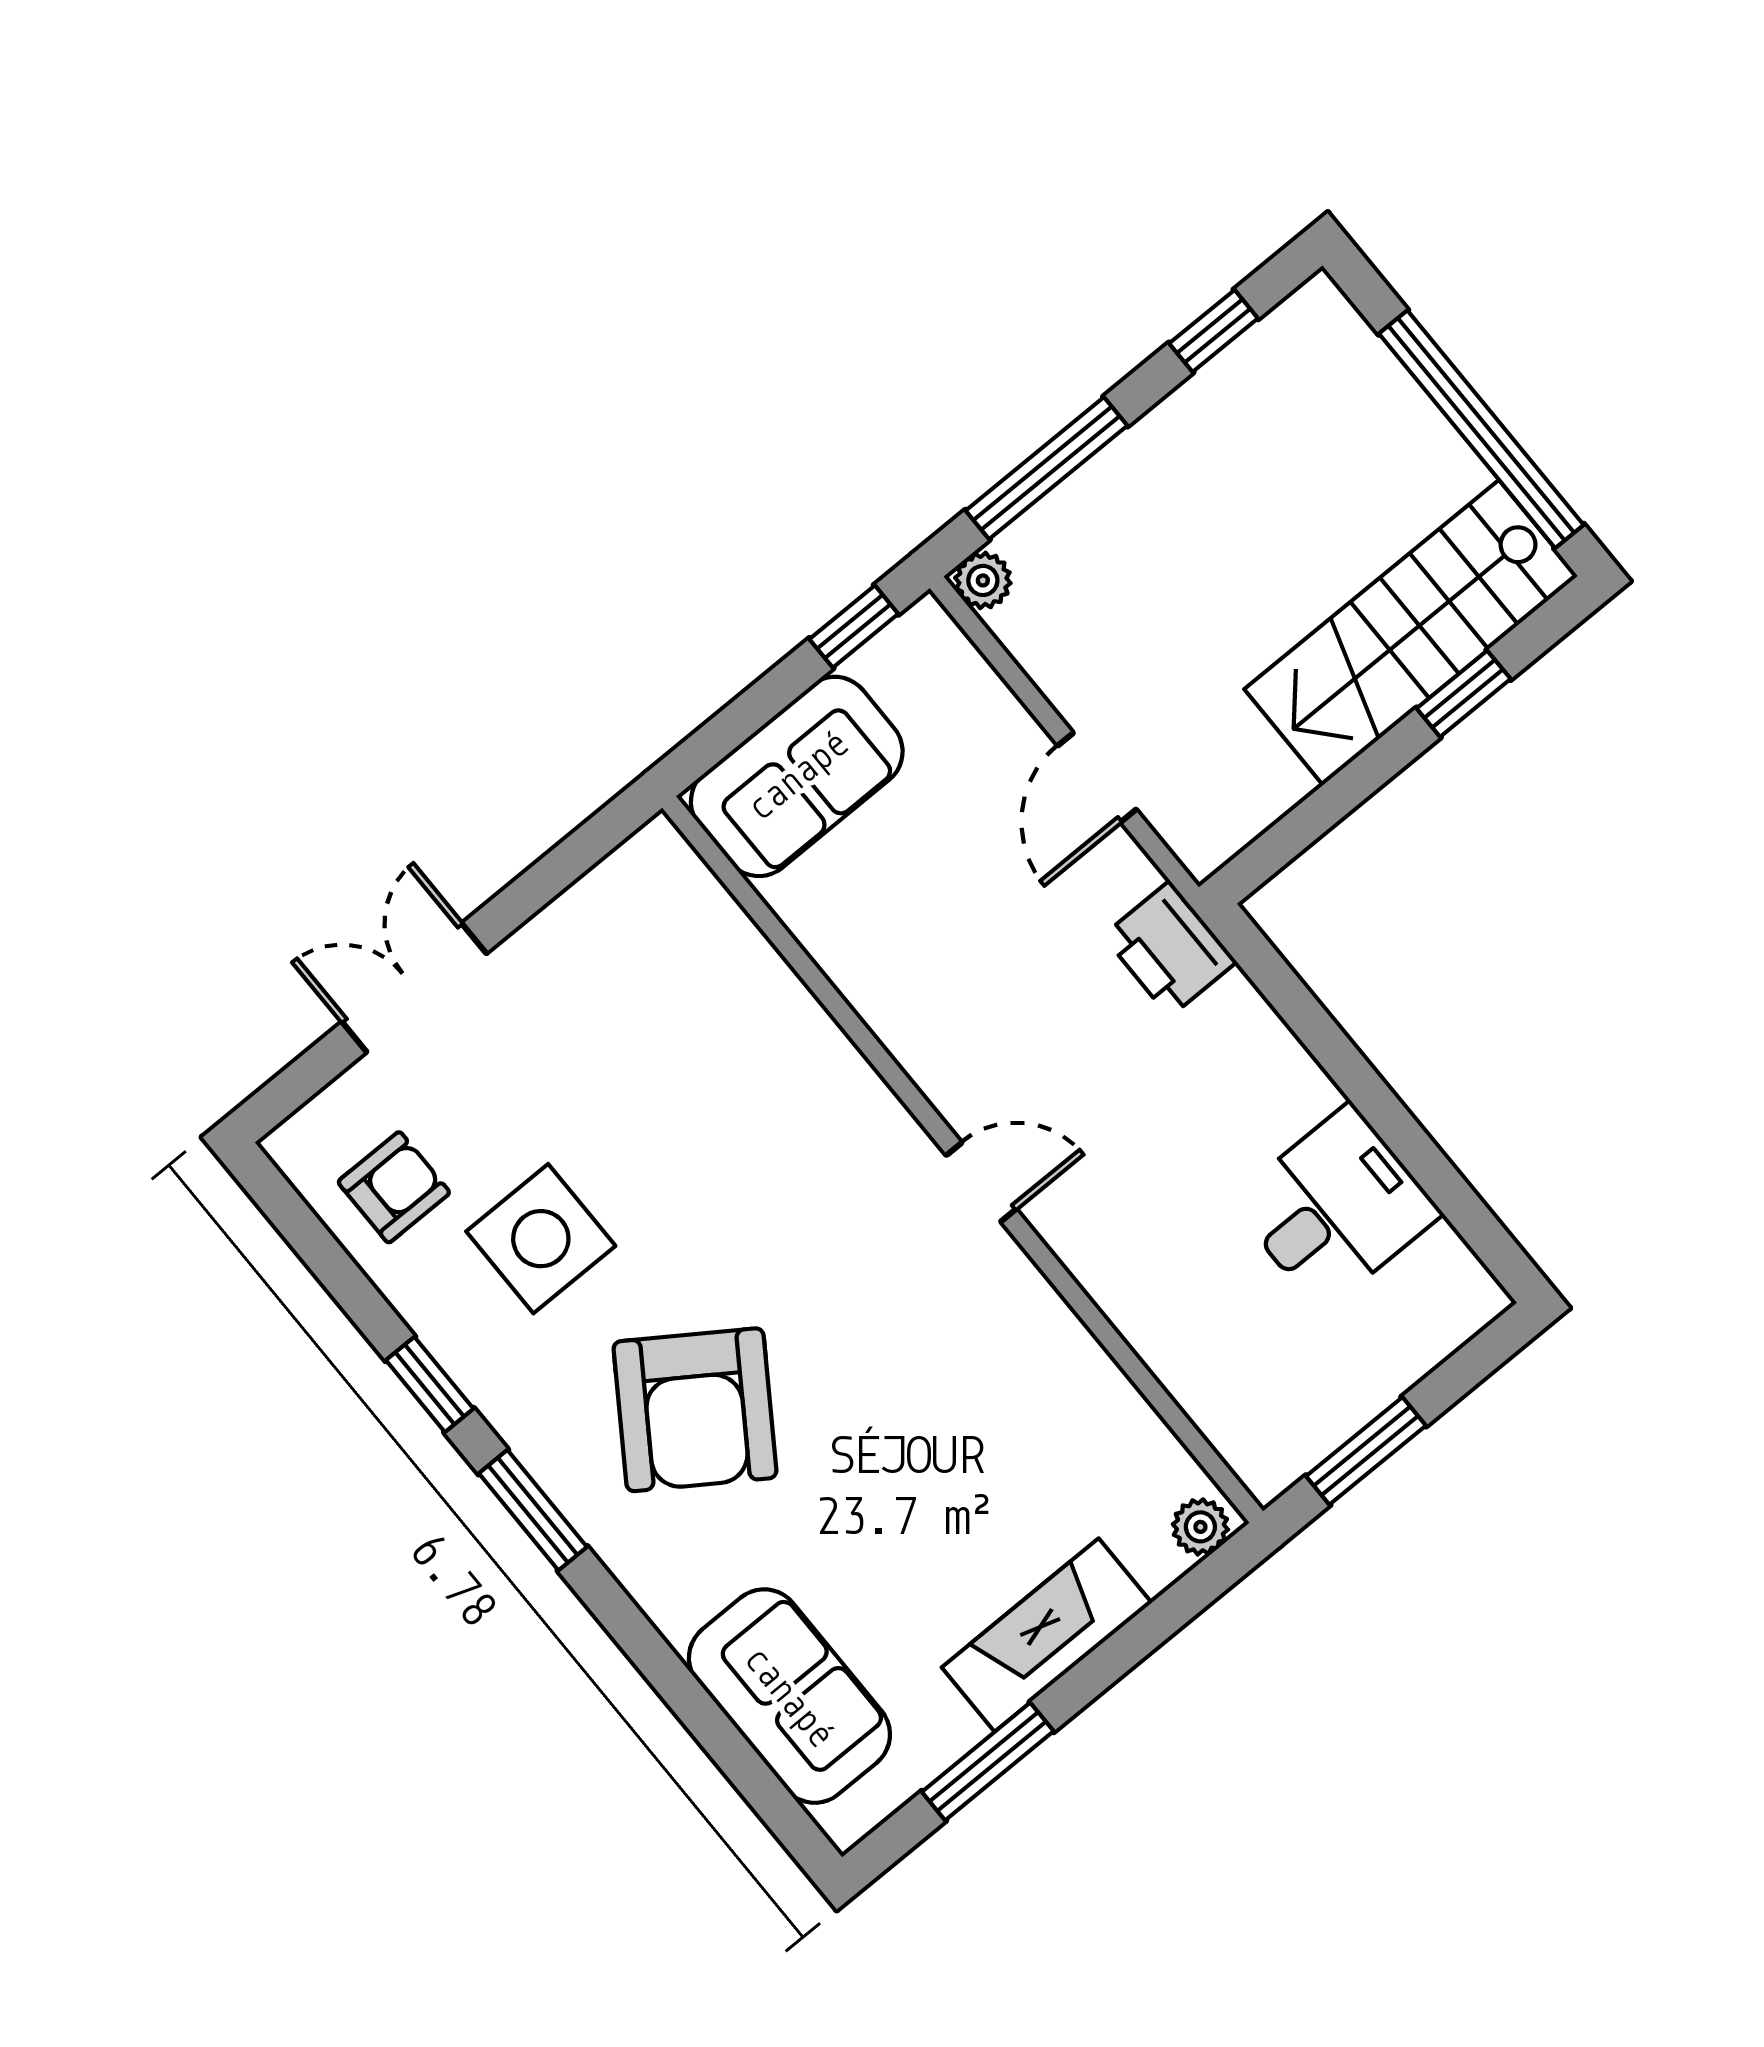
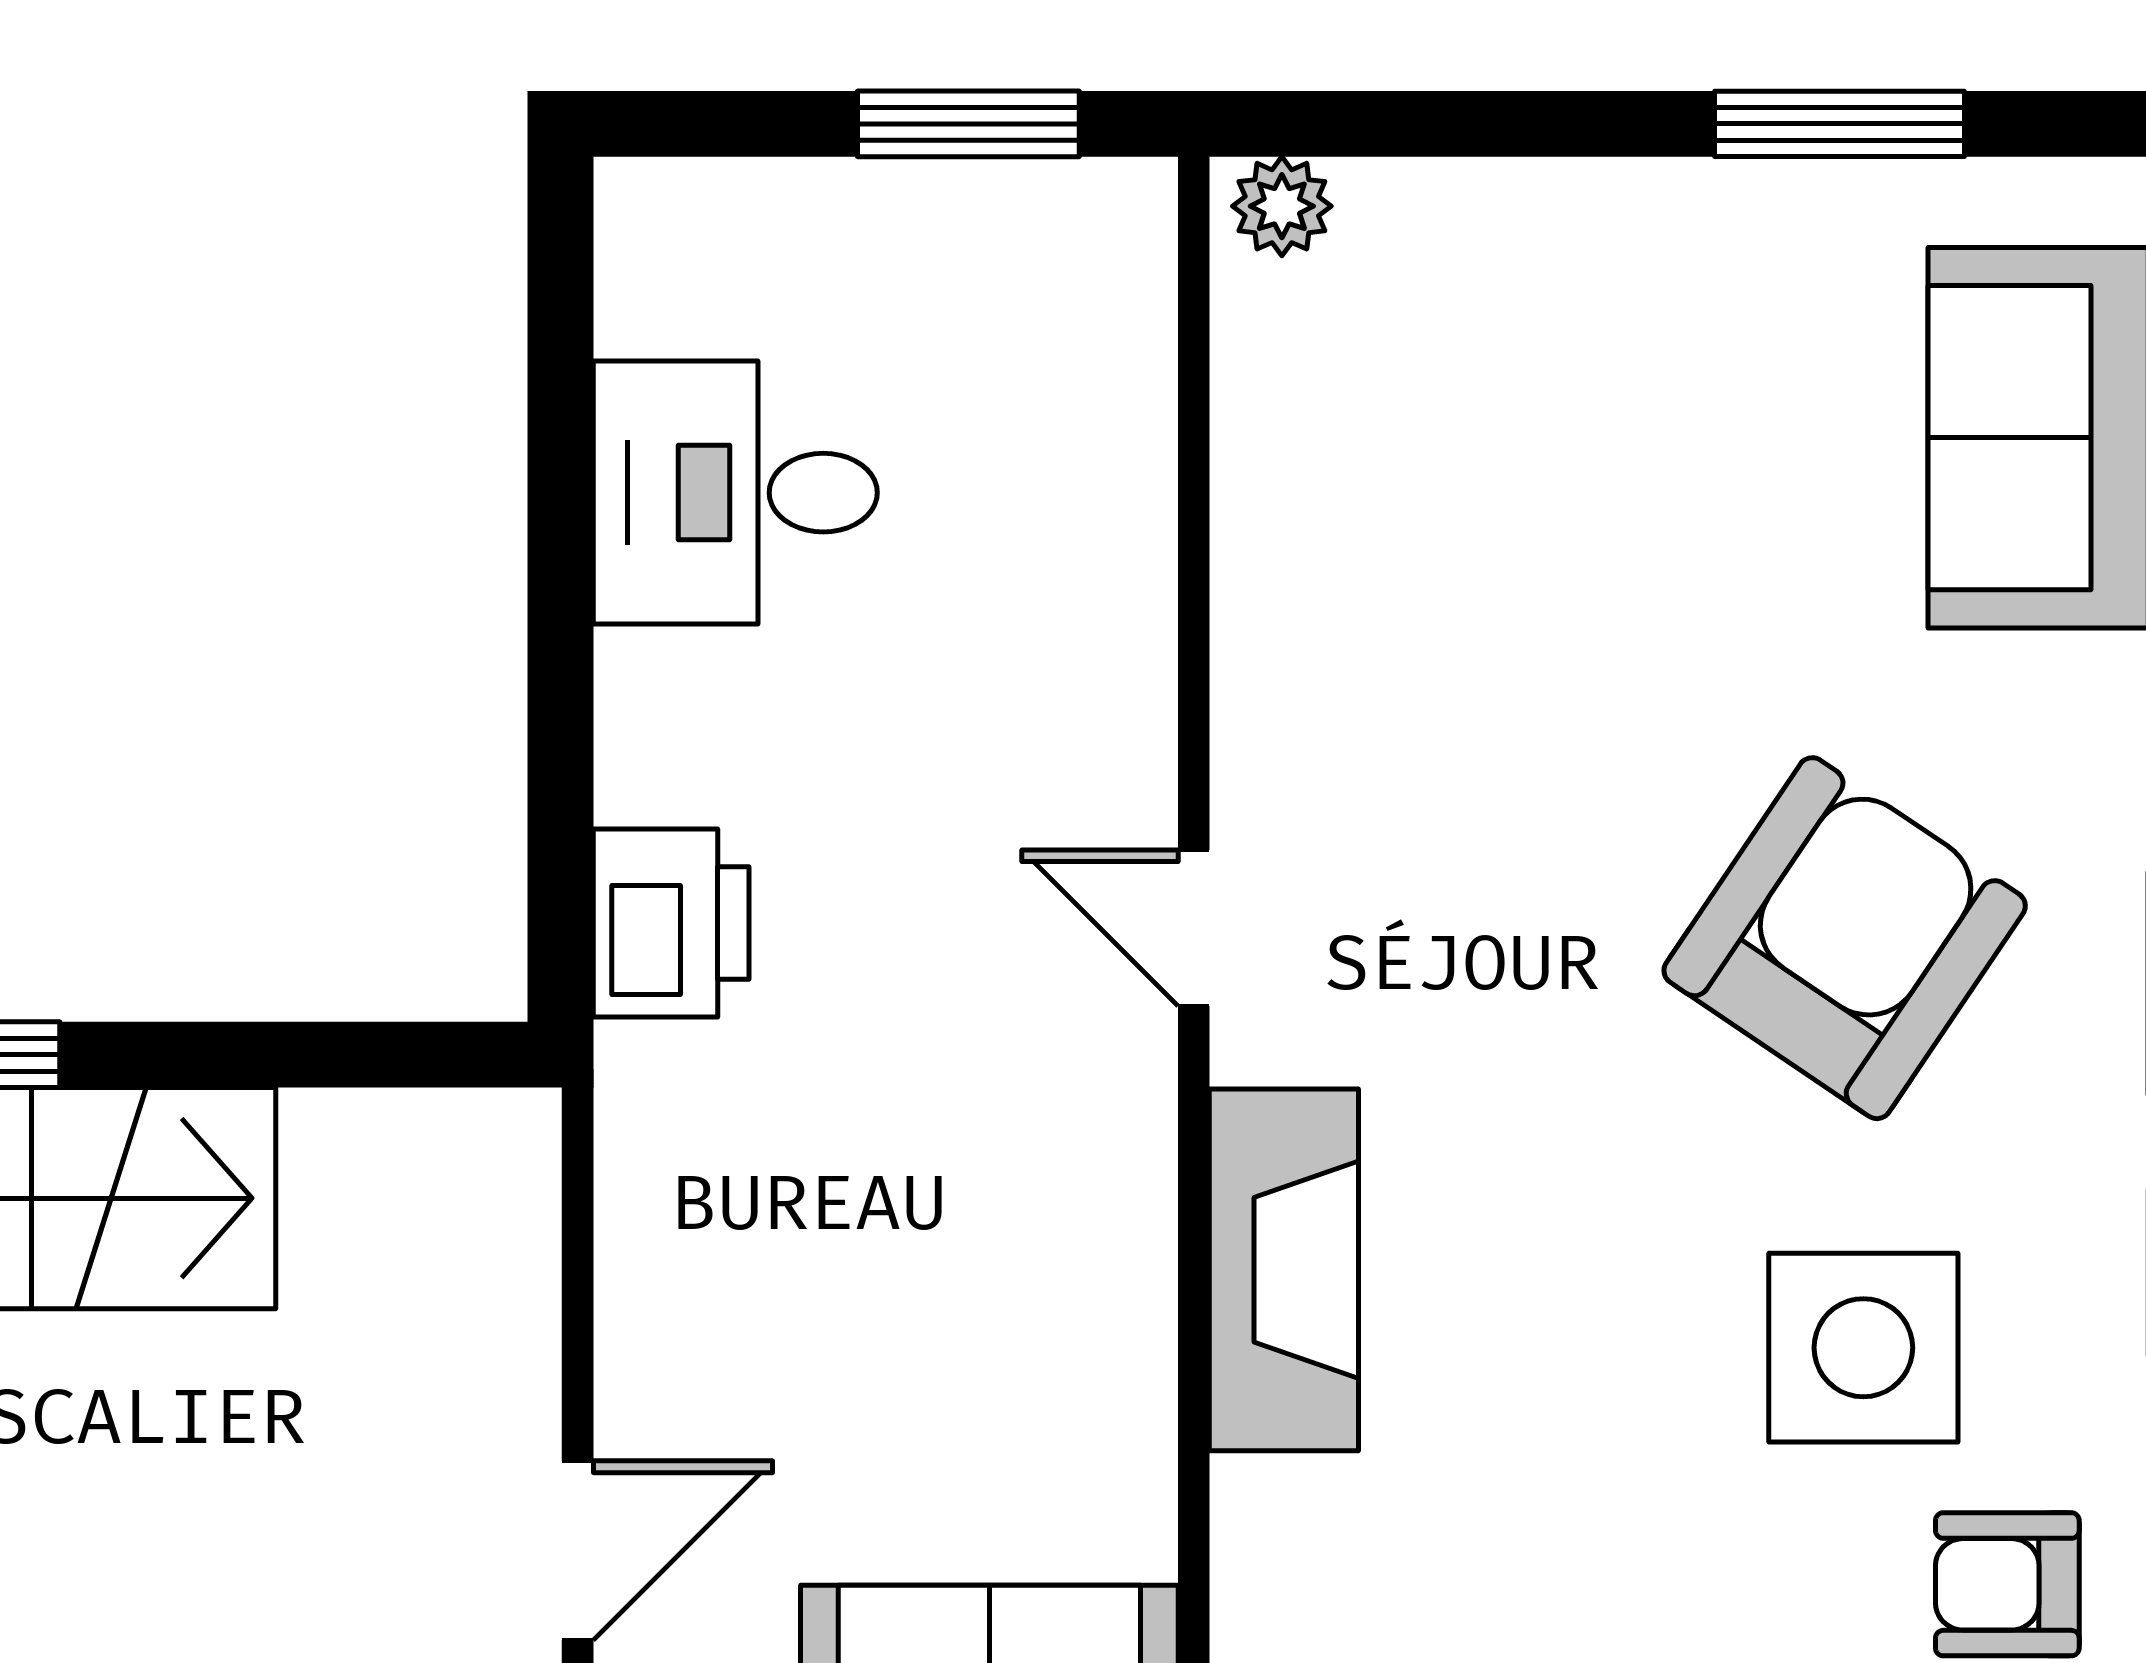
door: (1097, 777) -> (578, 1550), moved
printer: (1170, 949) -> (671, 923), moved
fireplace: (1047, 1635) -> (1284, 1270), moved, turned -90

